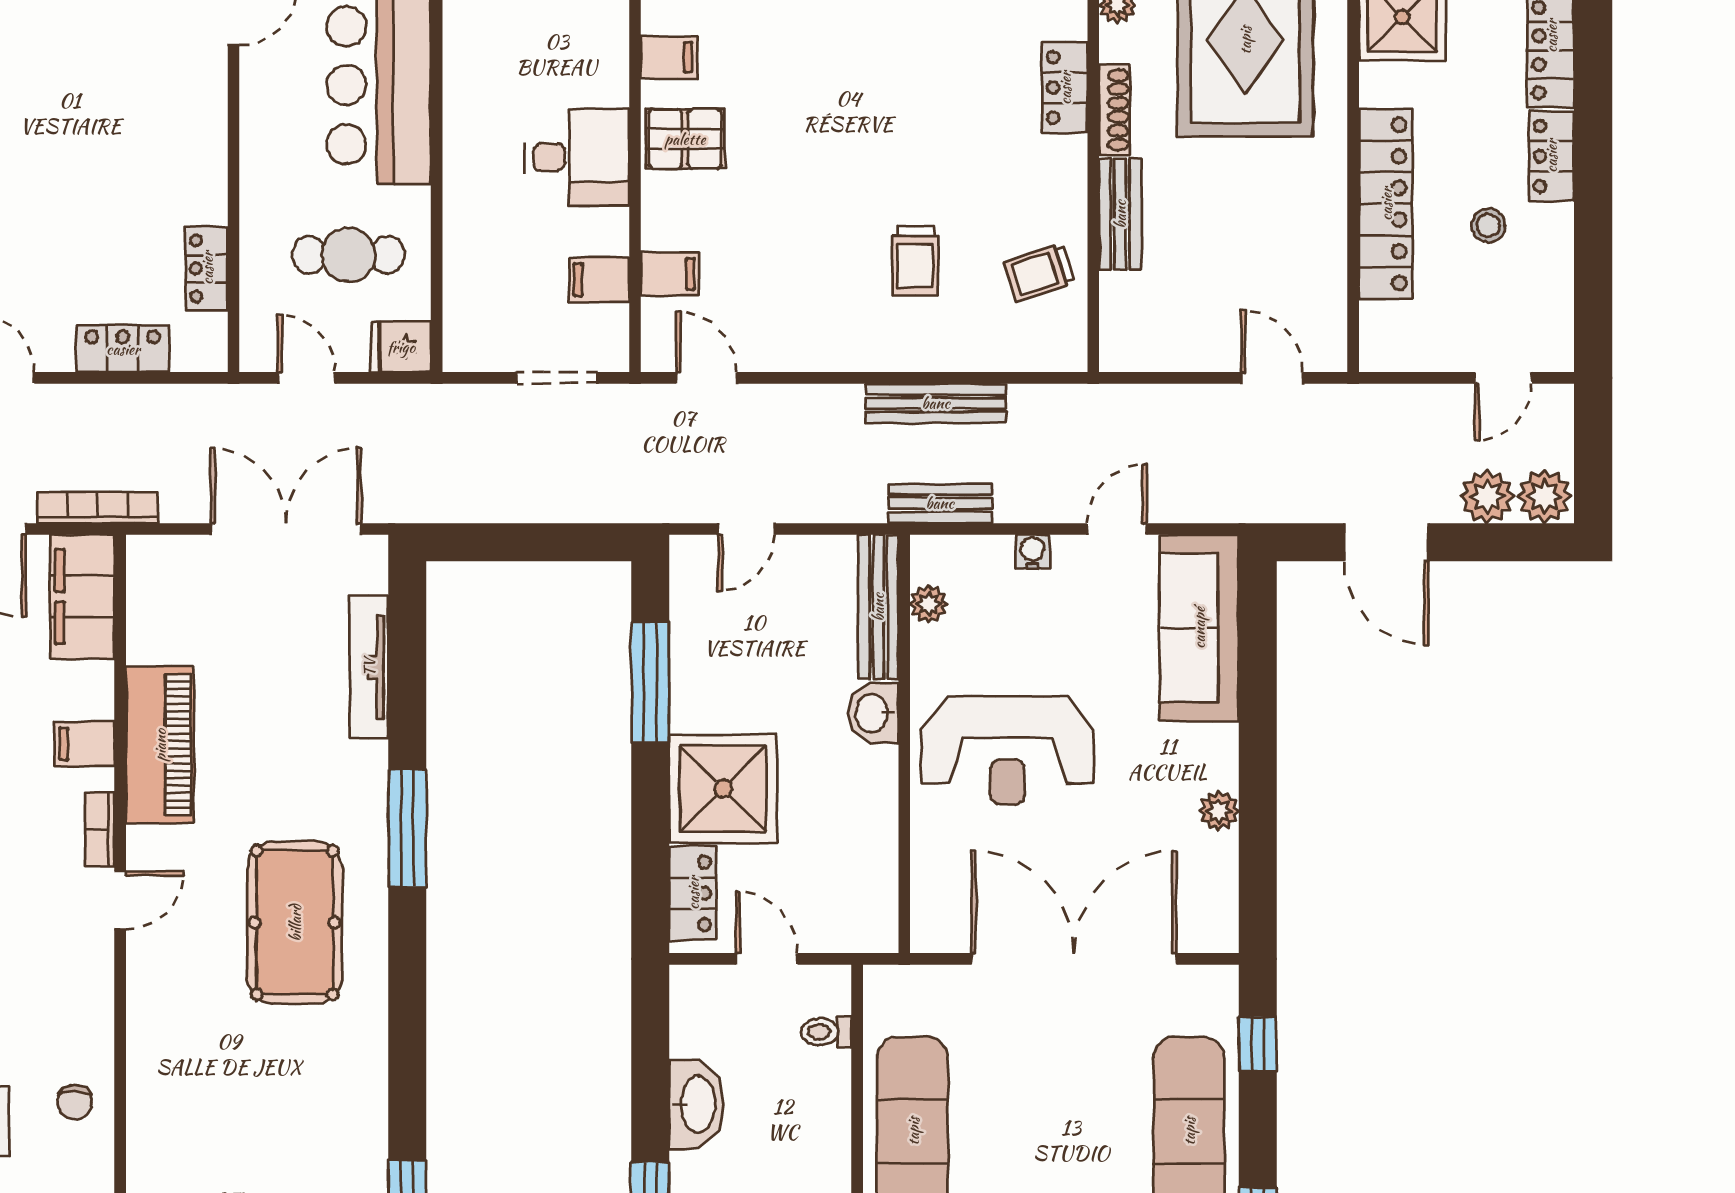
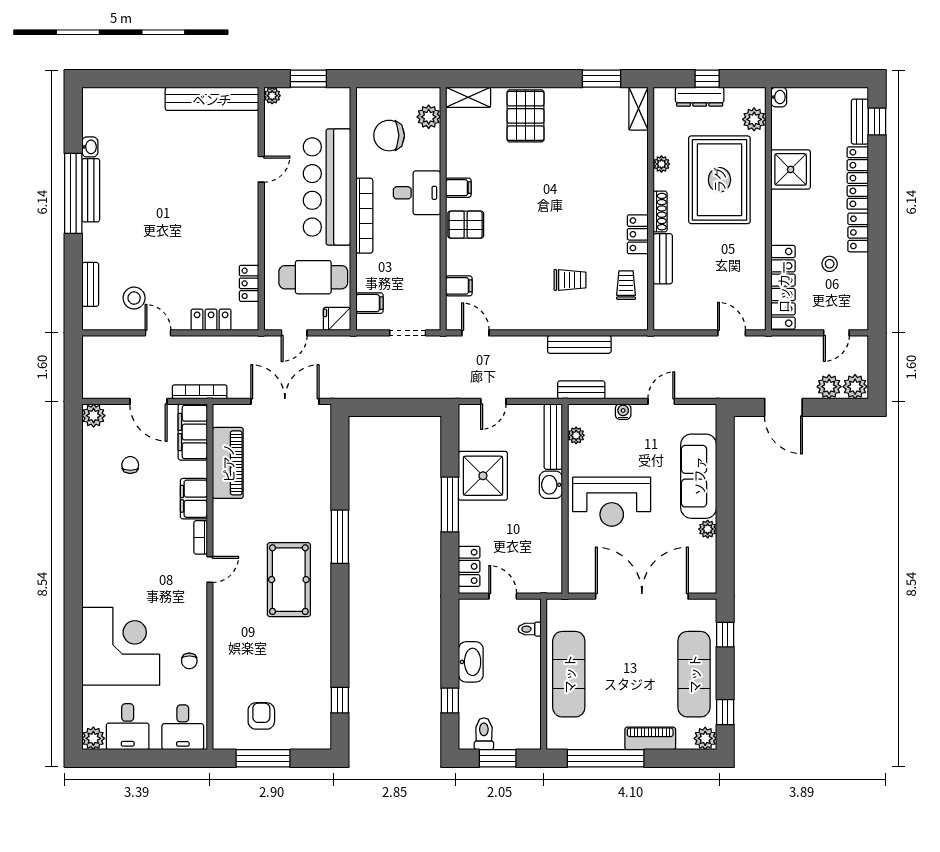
locker: (1065, 88) -> (638, 234), moved
bookcase: (461, 119) -> (364, 216), added
desk: (577, 157) -> (417, 193), moved
locker: (1386, 204) -> (783, 287), moved
cafe table: (348, 255) -> (313, 277), width x1.37, depth x1.35
trolley: (915, 261) -> (570, 280), turned -90
trolley: (1039, 272) -> (626, 285), turned 108
filing cabinet: (599, 280) -> (369, 303), moved, turned 180
door: (306, 378) -> (294, 333), swing flipped
sofa: (1199, 628) -> (699, 476), moved
tv unit: (369, 667) -> (323, 464), removed
window: (650, 682) -> (450, 505), moved
filing cabinet: (85, 744) -> (194, 499), width x2.00
piano: (160, 745) -> (228, 463), moved
shower: (723, 789) -> (483, 476), moved

